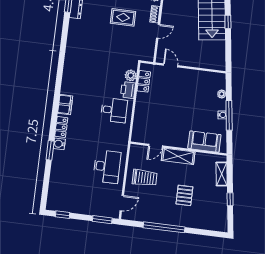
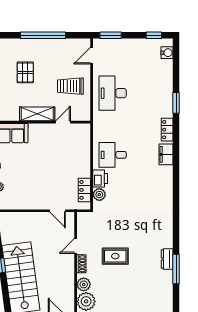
water cooler: (59, 144) -> (167, 53), moved

